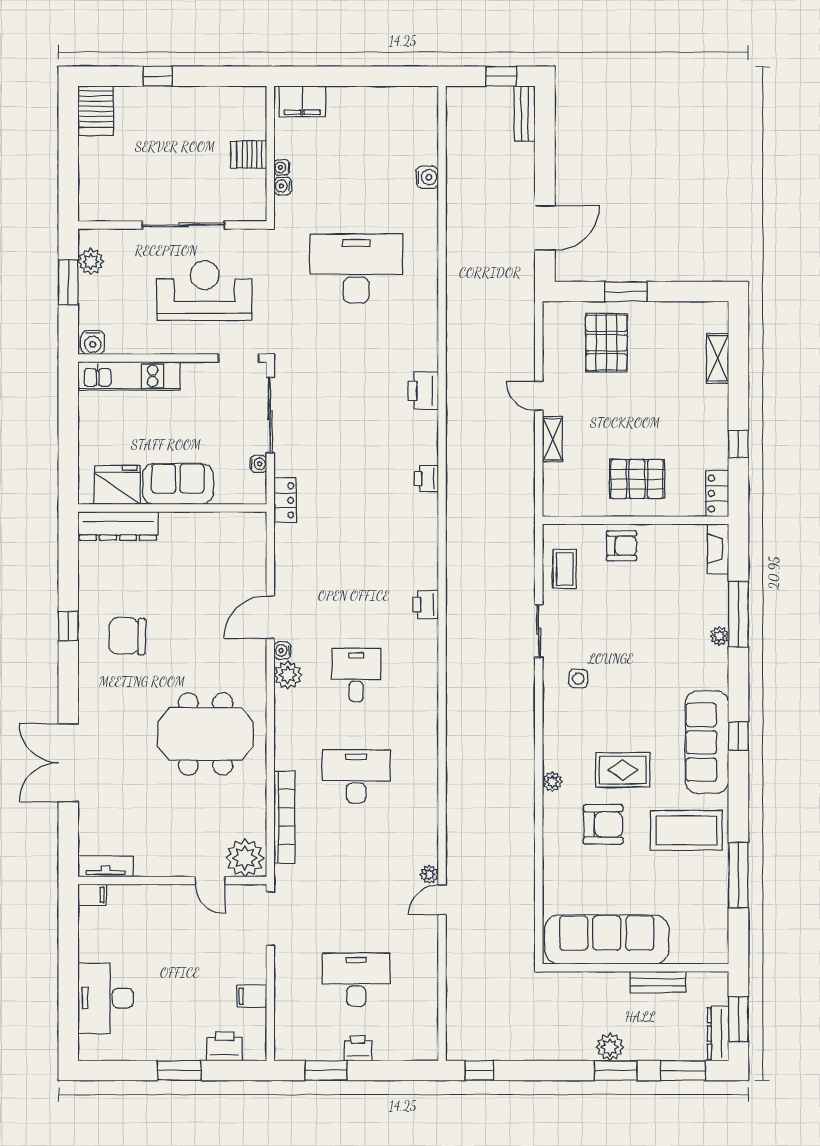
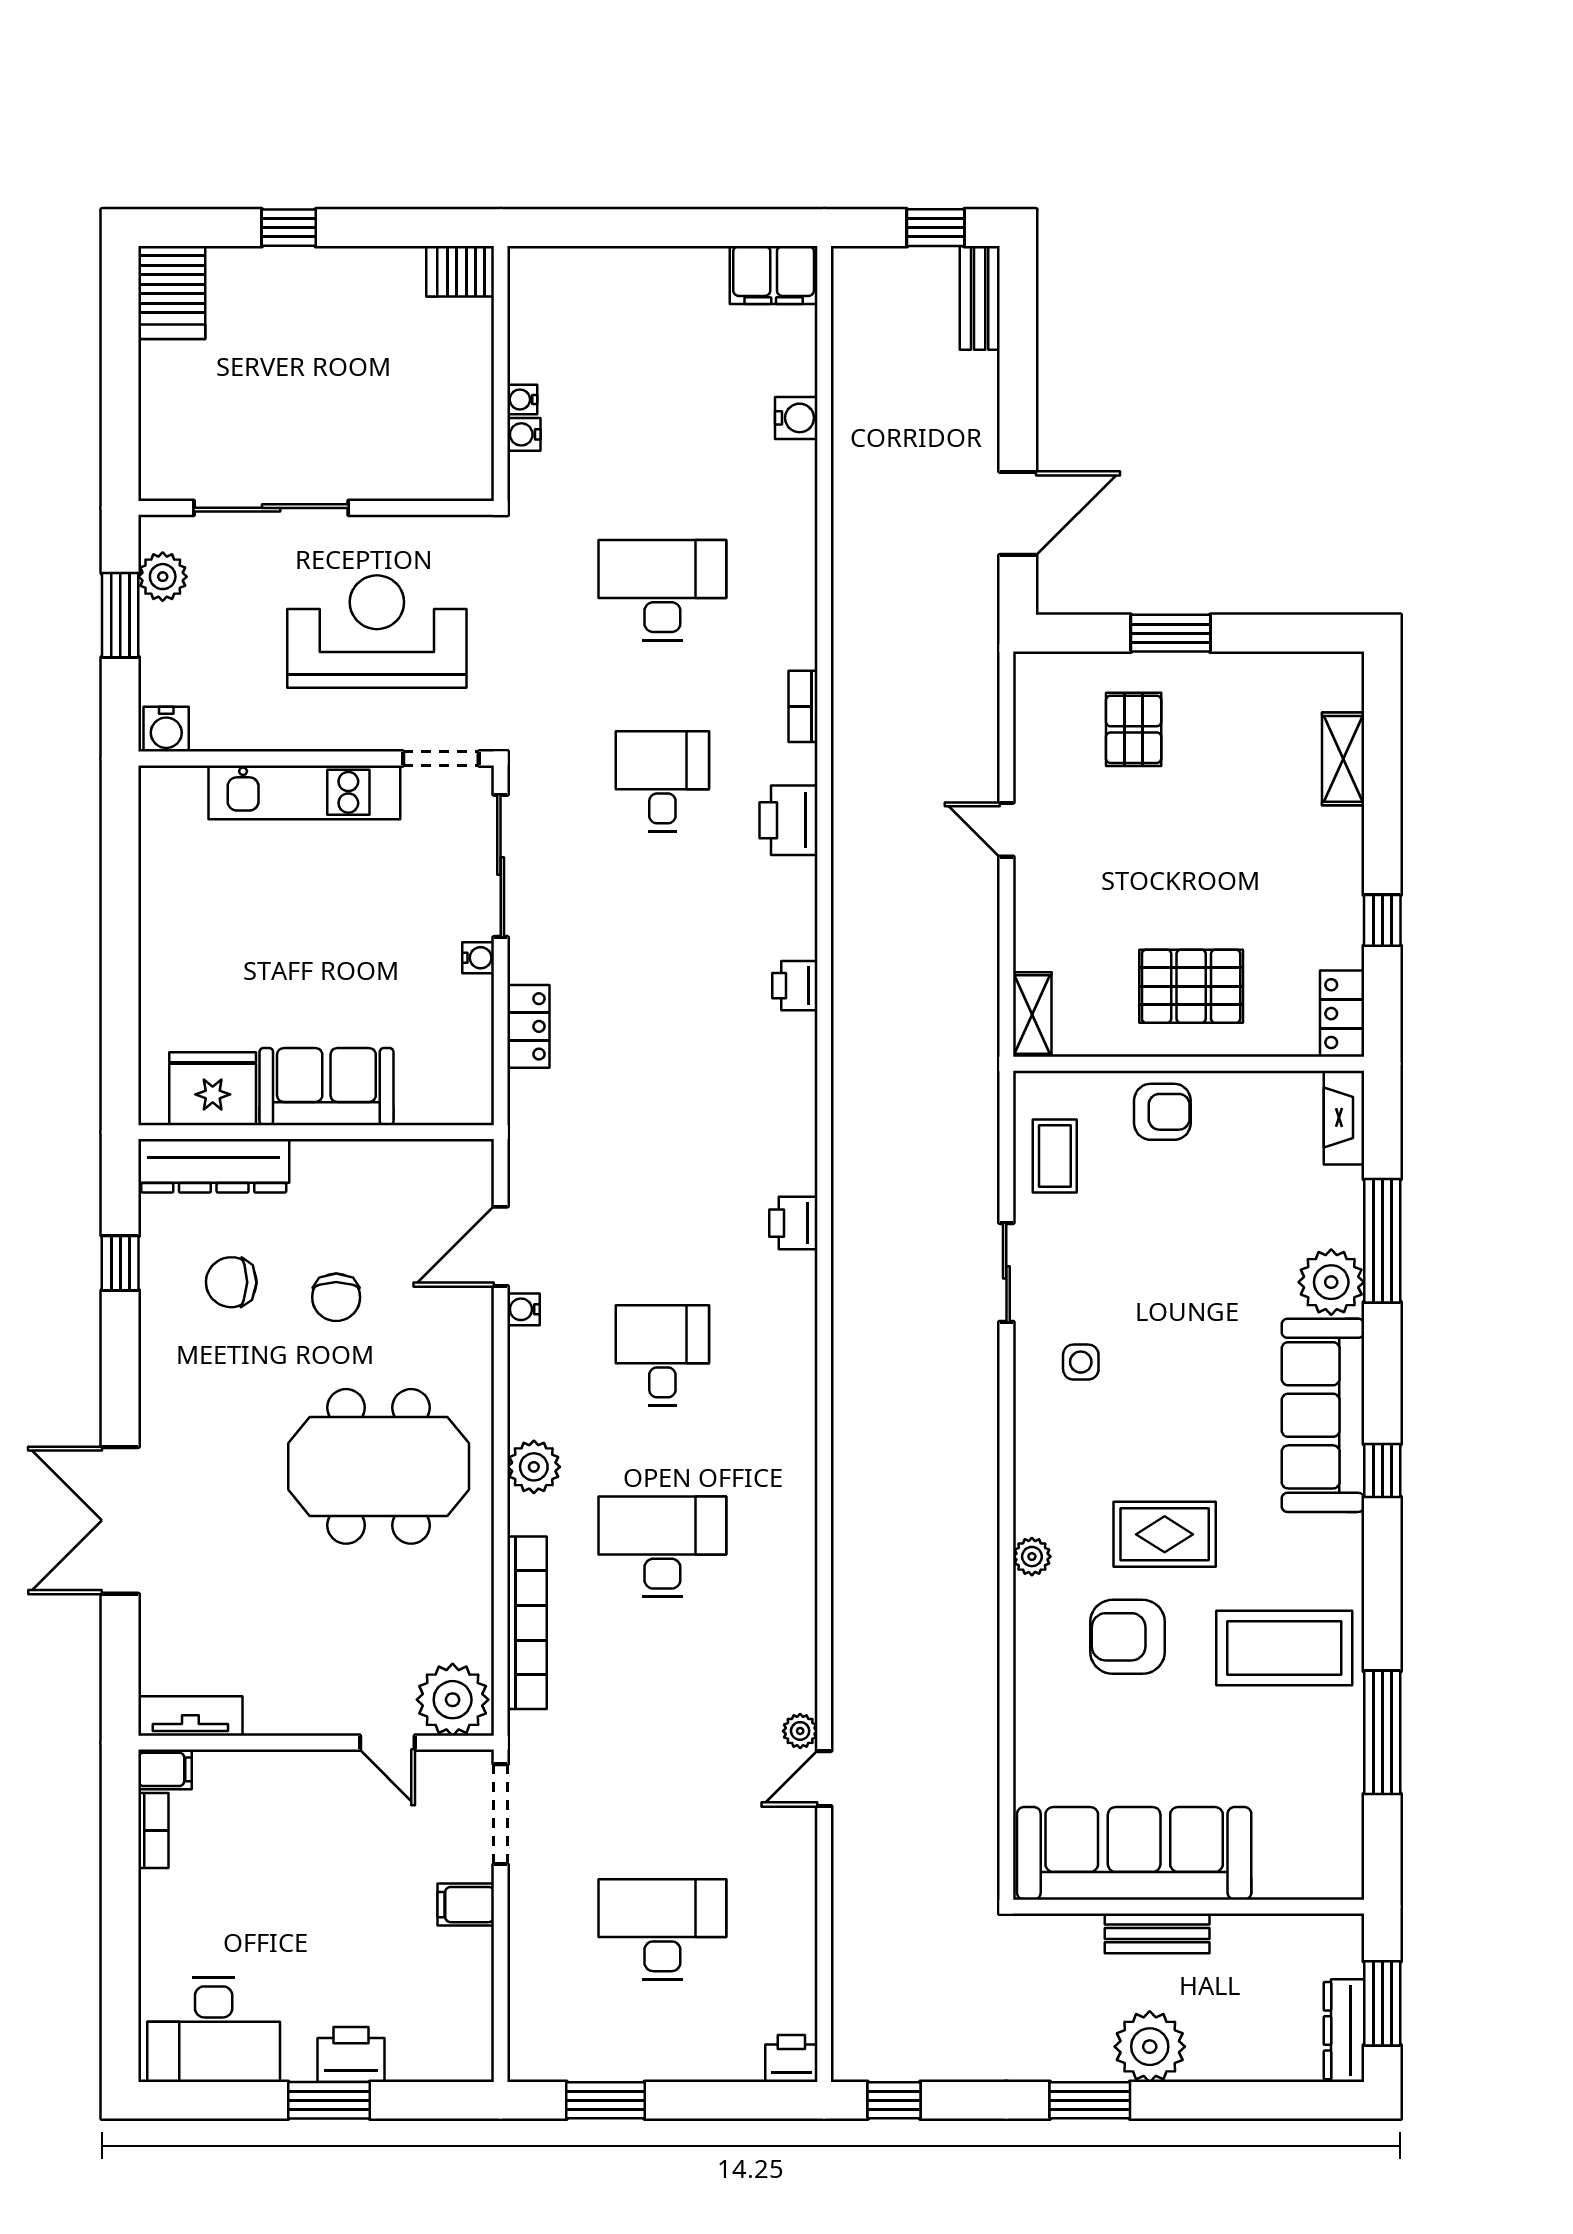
filing cabinet: (302, 101) -> (774, 275), moved
server rack: (249, 154) -> (460, 271), moved
sliding door: (183, 225) -> (271, 508), moved
desk: (356, 269) -> (662, 590), width x0.73, depth x0.77
bookcase: (431, 330) -> (803, 706), added
pallet: (606, 343) -> (1134, 729), width x0.67, depth x0.71
desk: (356, 370) -> (662, 781), added
kitchen unit: (129, 376) -> (304, 792), moved
shelving: (553, 439) -> (1032, 1014), moved
sofa: (178, 484) -> (326, 1087), moved
fridge: (117, 485) -> (213, 1089), moved
wall: (172, 508) -> (316, 1132), moved
dresser: (118, 526) -> (214, 1166), moved
chair: (127, 636) -> (231, 1282), width x0.73, depth x0.73
plant: (719, 636) -> (1331, 1282), width x1.87, depth x1.87
chair: (183, 644) -> (336, 1297), added
plant: (288, 675) -> (534, 1467), moved
sofa: (707, 742) -> (1323, 1415), moved
armchair: (603, 824) -> (1128, 1637), turned 180
bookcase: (86, 927) -> (153, 1831), added
bench: (658, 982) -> (1157, 1933), moved
filing cabinet: (252, 996) -> (466, 1905), moved
desk: (106, 998) -> (214, 2030), moved, turned -90
printer: (225, 1046) -> (351, 2054), moved
plant: (610, 1047) -> (1150, 2047), width x1.36, depth x1.36
printer: (358, 1048) -> (791, 2058), moved
window: (616, 1071) -> (1090, 2100), moved
window: (683, 1071) -> (1278, 2100), removed

